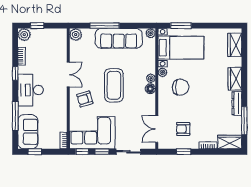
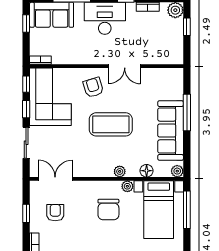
window: (181, 26) -> (187, 210), width x1.44
plant: (76, 35) -> (175, 76), removed
floor lamp: (150, 89) -> (147, 171), moved

